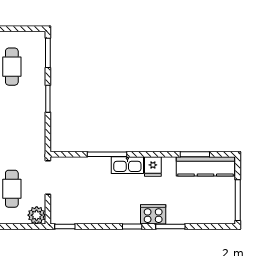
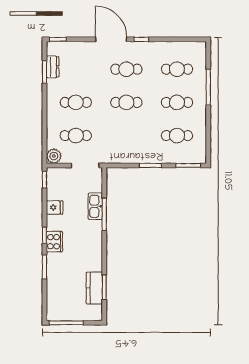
kitchen sink: (127, 165) -> (95, 206), moved
kitchen counter: (205, 166) -> (94, 288), width x0.67
fridge: (153, 167) -> (55, 208), moved, turned 180
cooker: (153, 214) -> (54, 242), moved

